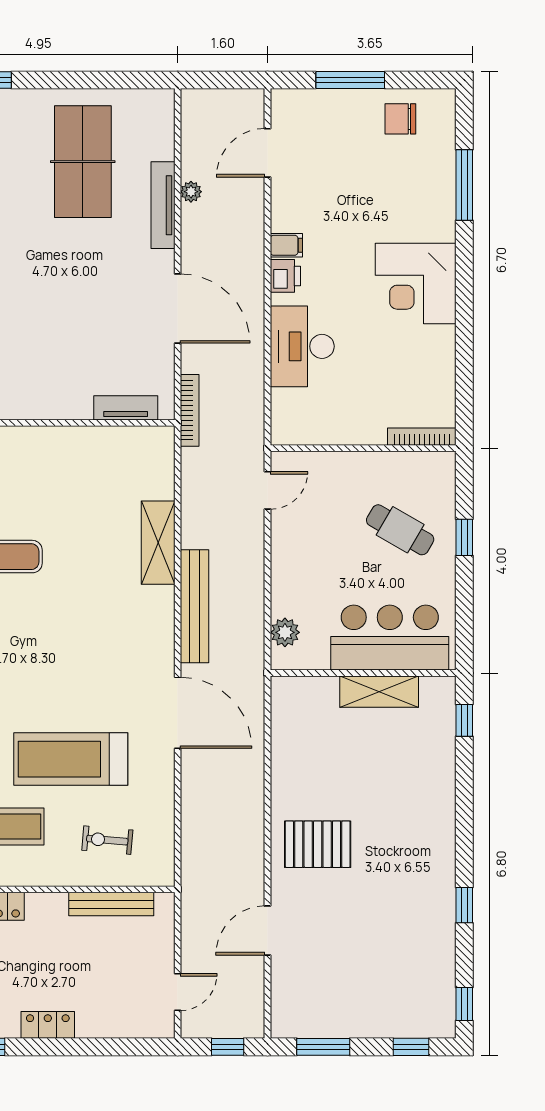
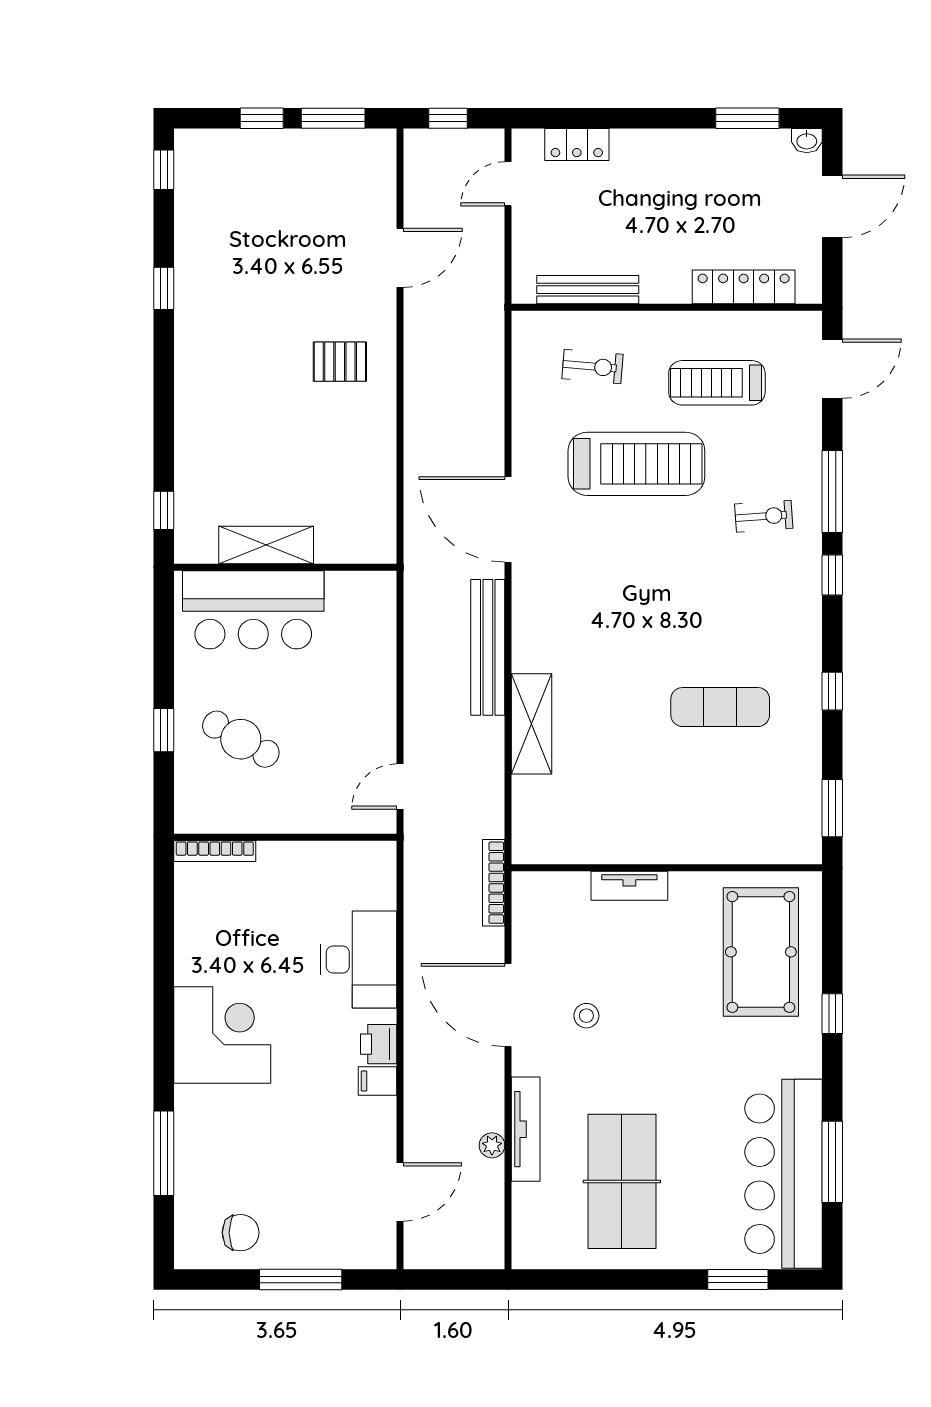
stool: (112, 300) -> (586, 1016), added
tv unit: (126, 408) -> (629, 886), moved
plant: (285, 632) -> (379, 616), removed
pallet: (318, 844) -> (340, 362), width x0.67, depth x0.71
locker: (48, 1025) -> (577, 144), moved
window: (411, 1047) -> (262, 118), moved

